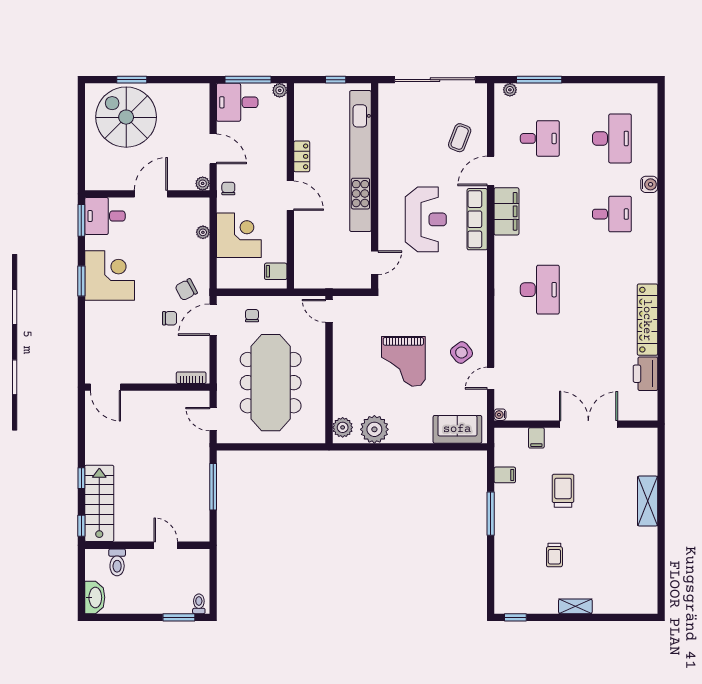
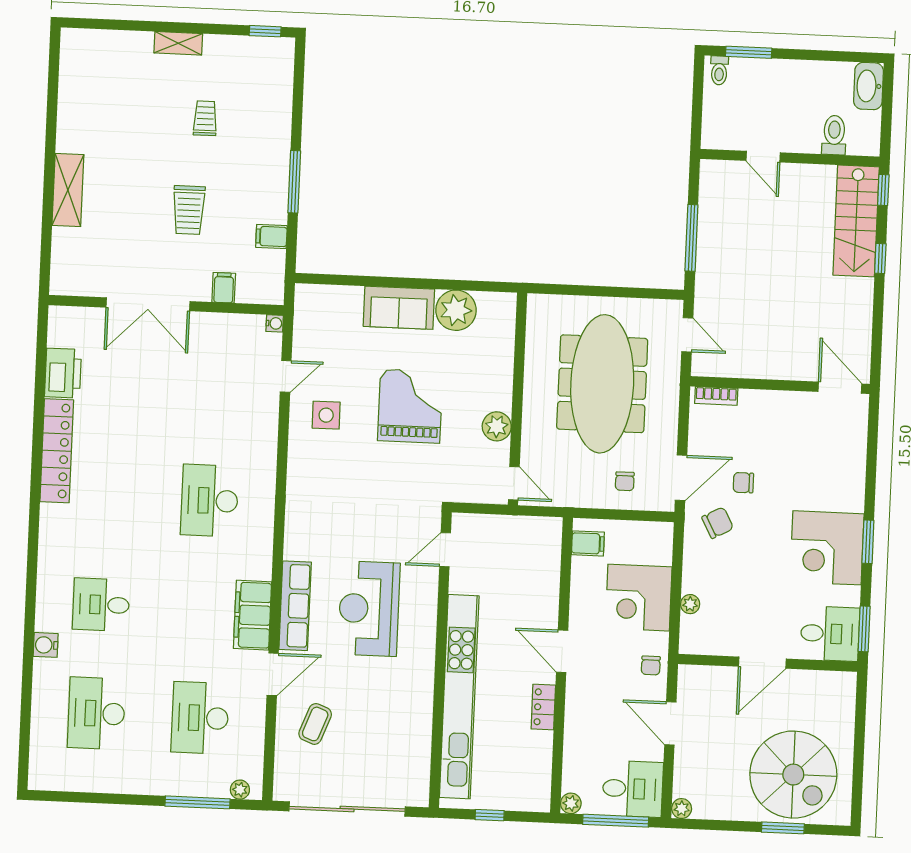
desk: (540, 138) -> (200, 718), width x1.37
plant: (203, 183) -> (682, 809), moved
side table: (461, 353) -> (326, 415), turned 38
plant: (343, 427) -> (497, 426), moved
sofa: (457, 429) -> (399, 308), moved

